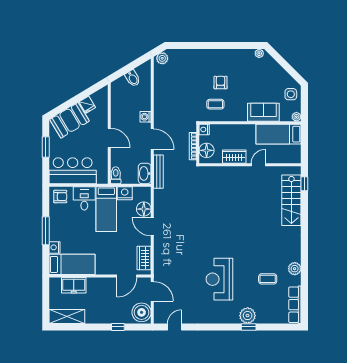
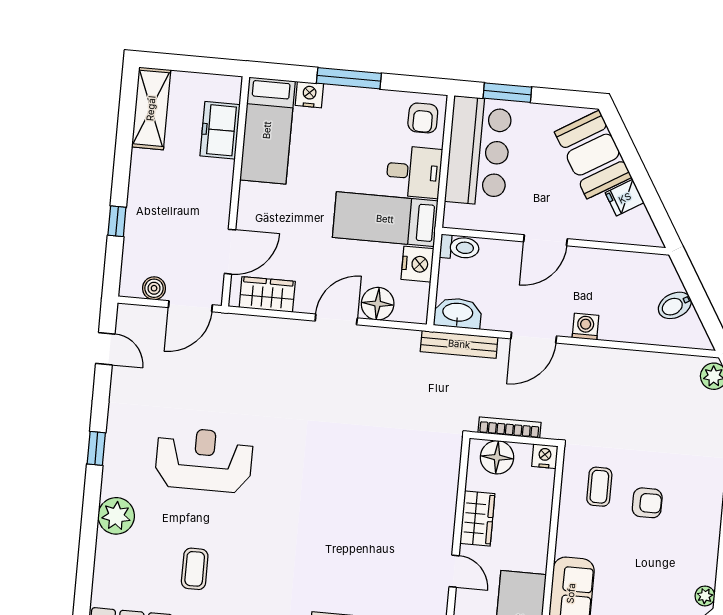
window: (46, 147) -> (507, 93), moved
door: (127, 276) -> (230, 252), swing flipped
boiler: (142, 312) -> (154, 288), width x0.54, depth x0.54
window: (249, 327) -> (96, 448), moved

